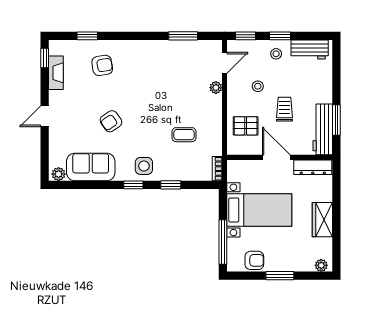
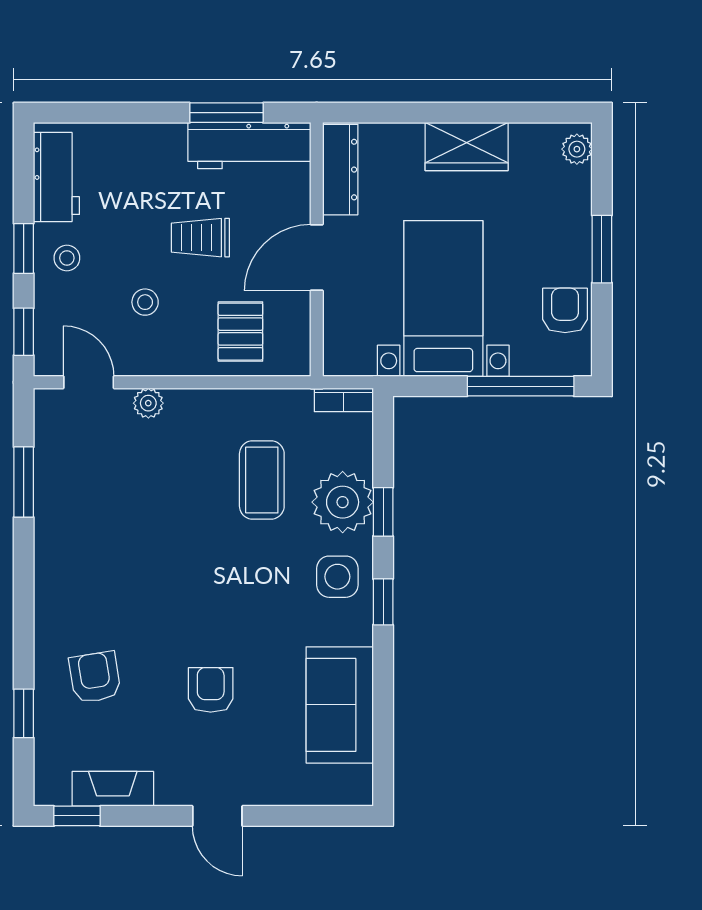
armchair: (111, 121) -> (211, 690), moved, turned -145
coffee table: (184, 135) -> (262, 480), width x1.36, depth x1.30
plant: (59, 174) -> (343, 502), moved, width x1.87, depth x1.87

